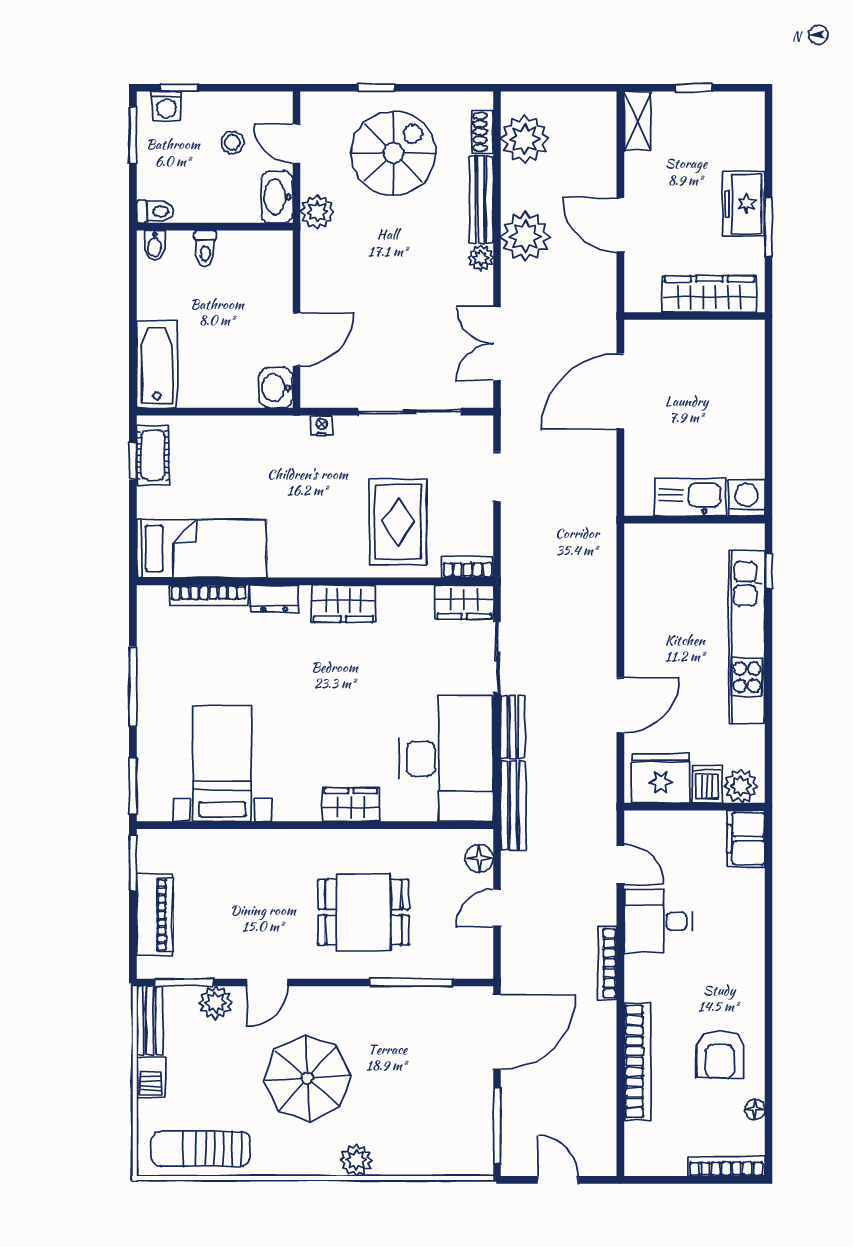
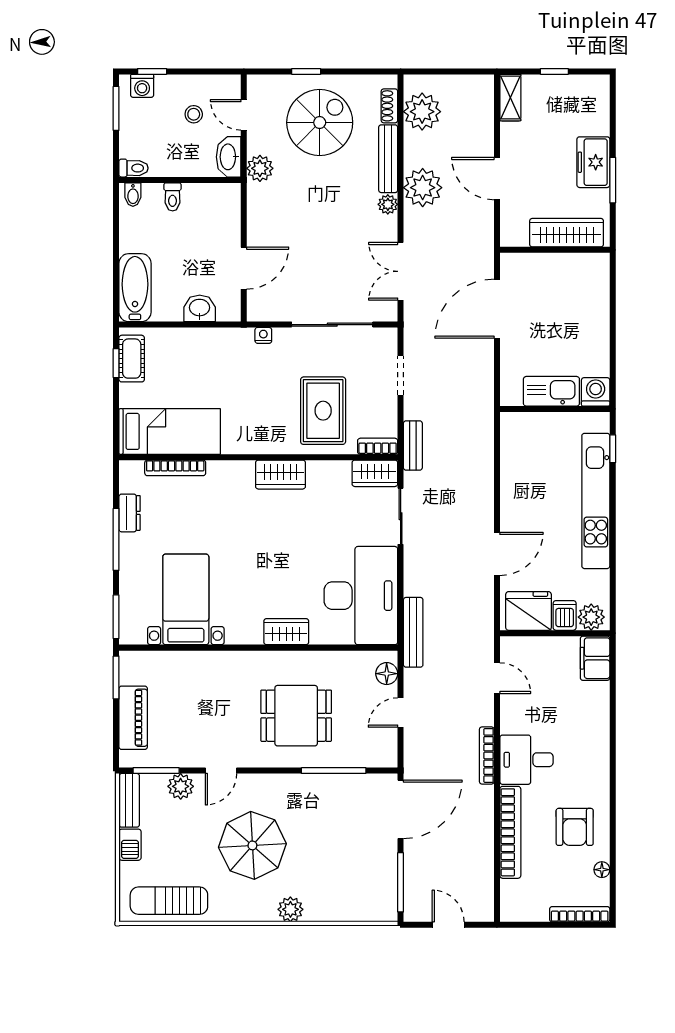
washbasin: (276, 388) -> (200, 308), moved, turned 90
dresser: (274, 599) -> (130, 513), moved, turned -90
bench: (513, 727) -> (413, 446), moved
desk: (658, 921) -> (526, 760), moved

